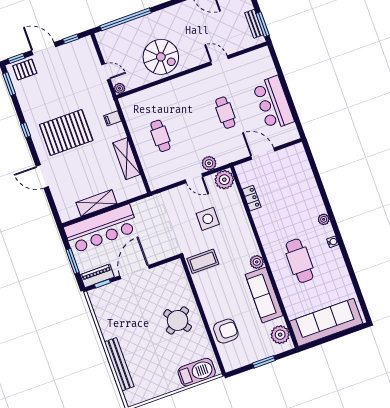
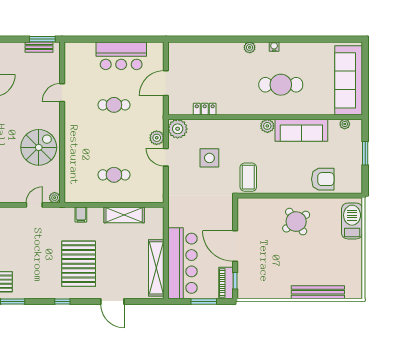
door: (42, 177) -> (112, 302), hinge flipped
door: (194, 178) -> (166, 157), swing flipped
shelving: (96, 203) -> (156, 268), width x1.47
armchair: (226, 331) -> (323, 179), turned 90
plant: (280, 335) -> (345, 124), width x0.53, depth x0.53

